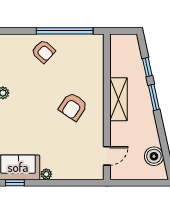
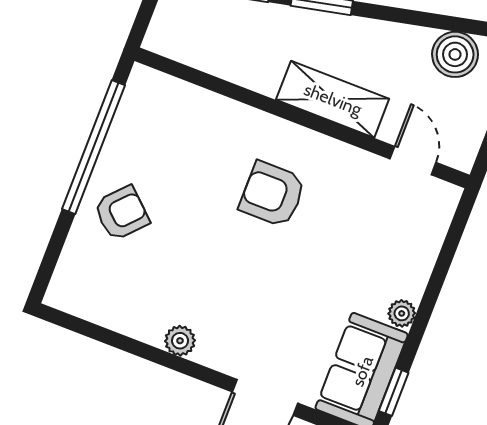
shelving: (118, 99) -> (333, 99), moved
armchair: (73, 107) -> (272, 194), turned 146

